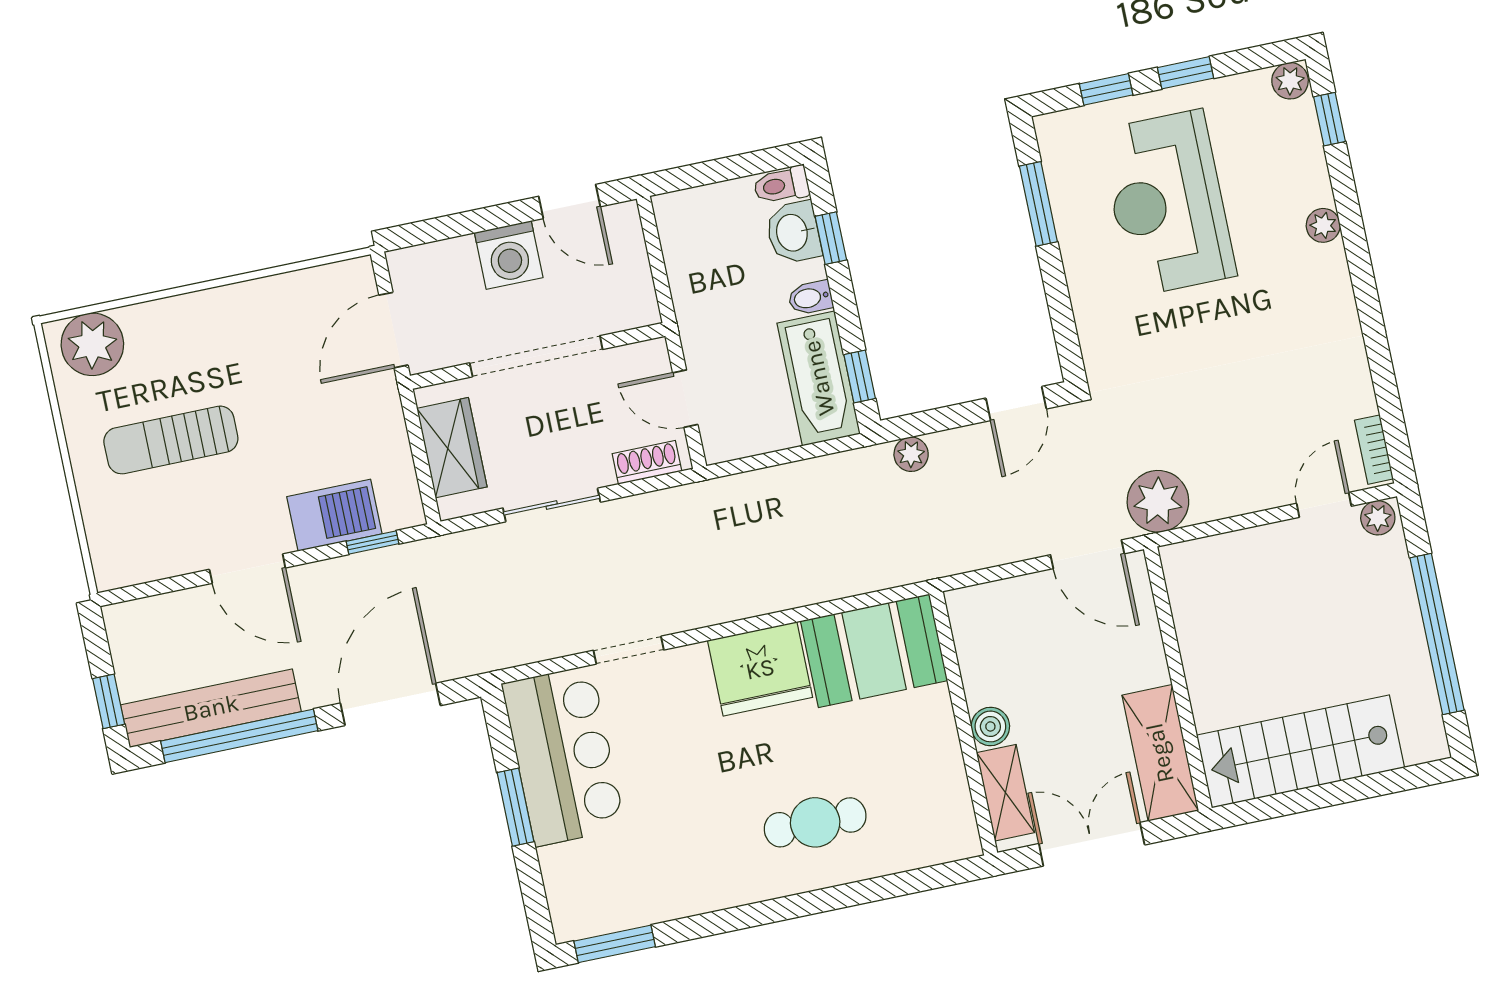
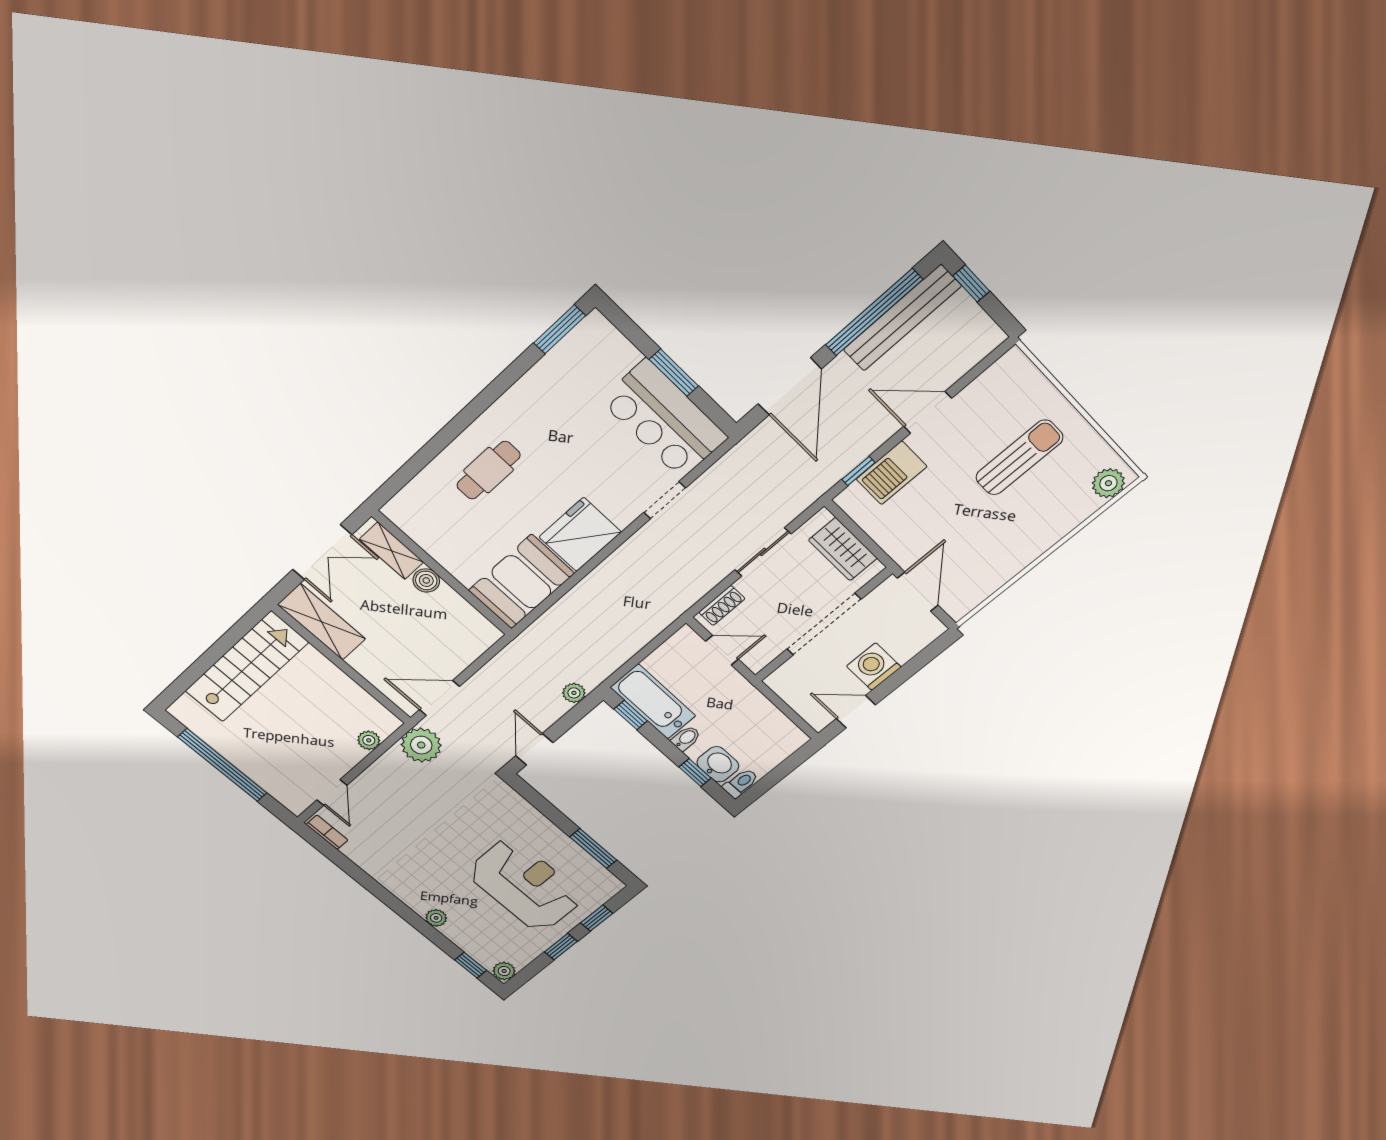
plant: (92, 344) -> (1108, 483), width x0.73, depth x0.73
plant: (1378, 518) -> (369, 740), moved

